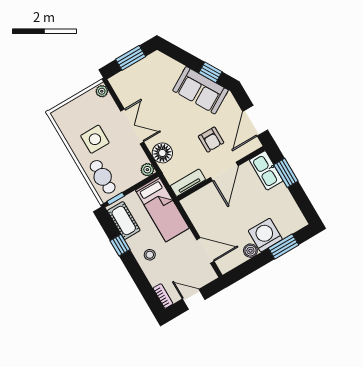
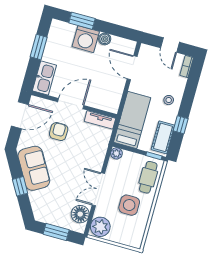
window: (210, 72) -> (20, 186), moved
plant: (102, 91) -> (100, 227), width x1.88, depth x1.88
floor lamp: (162, 153) -> (80, 214), moved
window: (286, 173) -> (39, 47), moved

